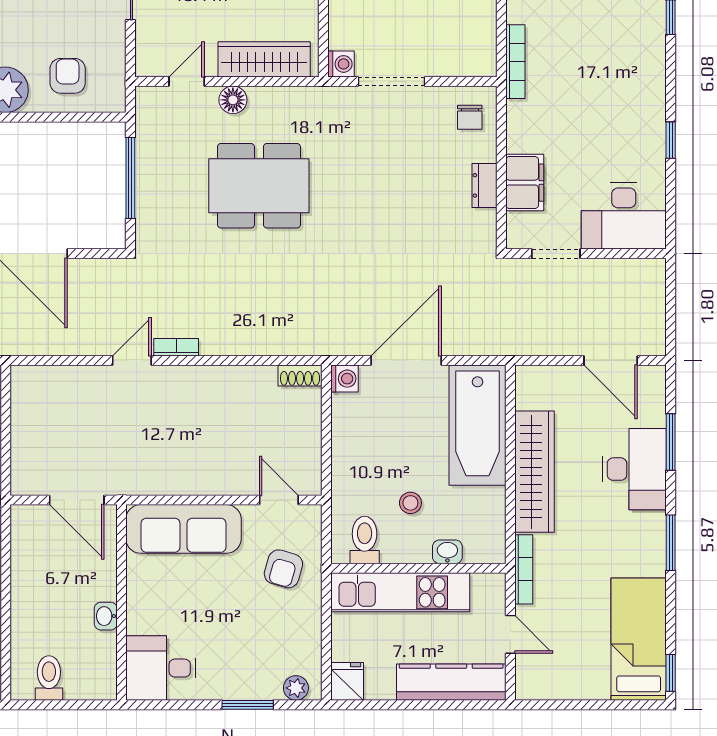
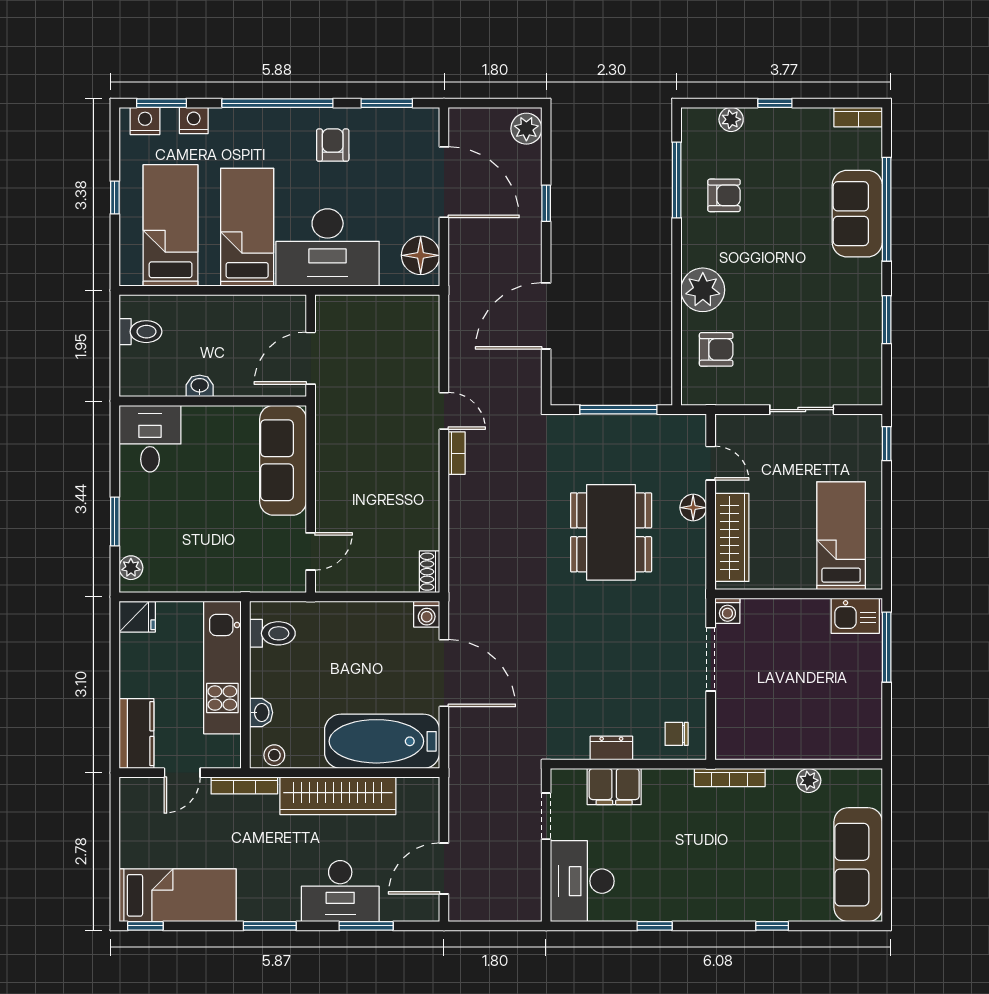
stool: (410, 503) -> (274, 755), moved
armchair: (283, 569) -> (245, 556), removed
kitchen counter: (451, 682) -> (137, 734), width x0.67

